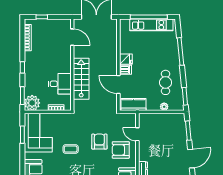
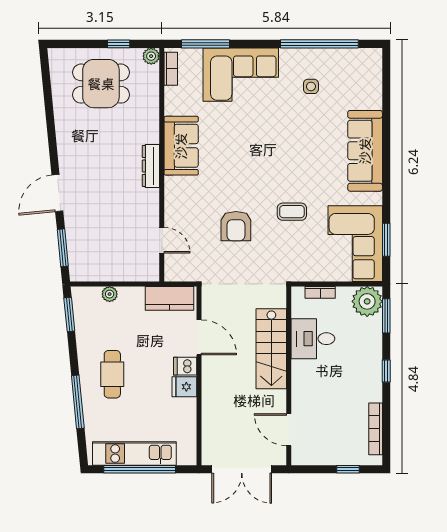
cafe table: (166, 82) -> (112, 374), moved
armchair: (121, 150) -> (194, 210), removed

